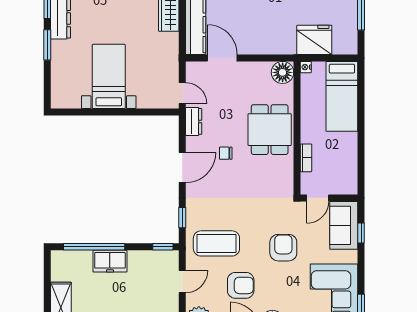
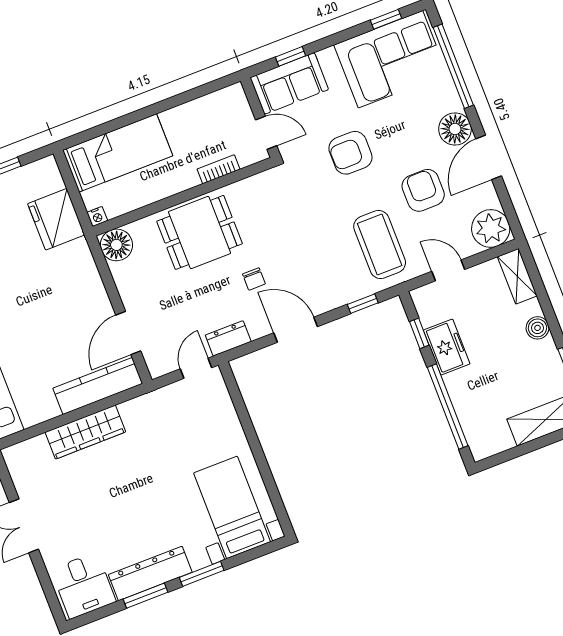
bed with nightstands: (109, 76) -> (232, 507), moved, turned 90
window: (163, 247) -> (419, 333), moved
freezer: (110, 261) -> (447, 347), moved

